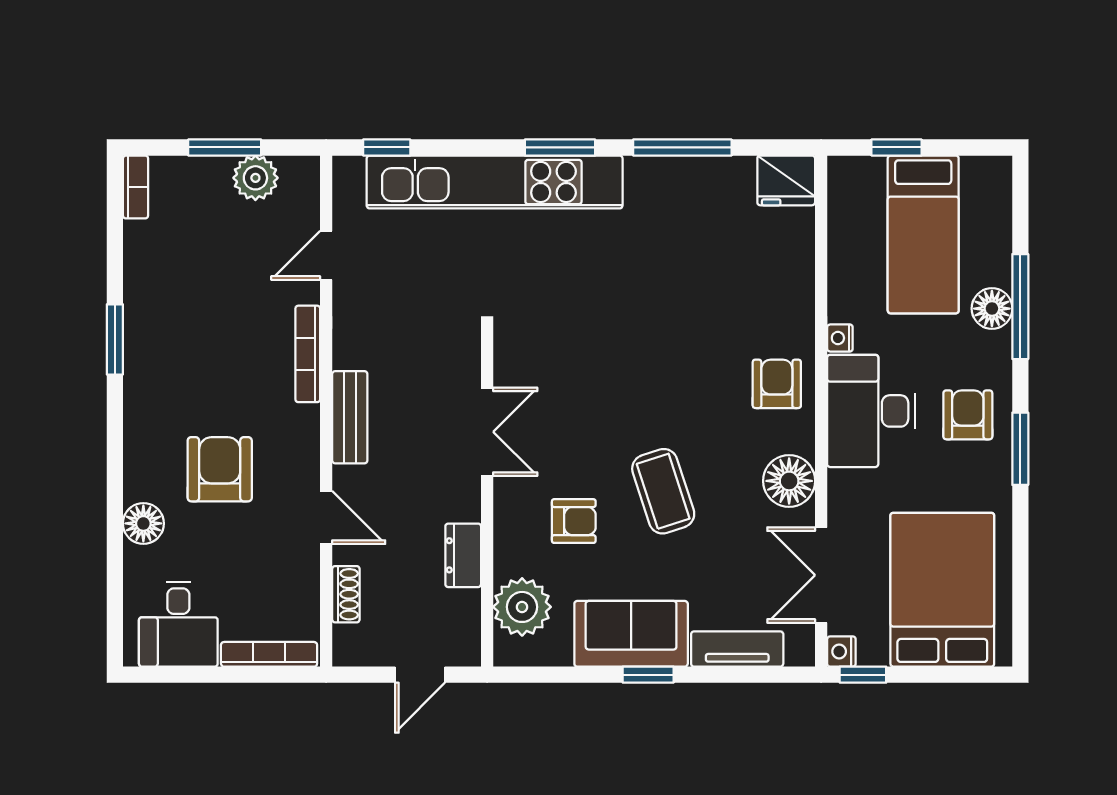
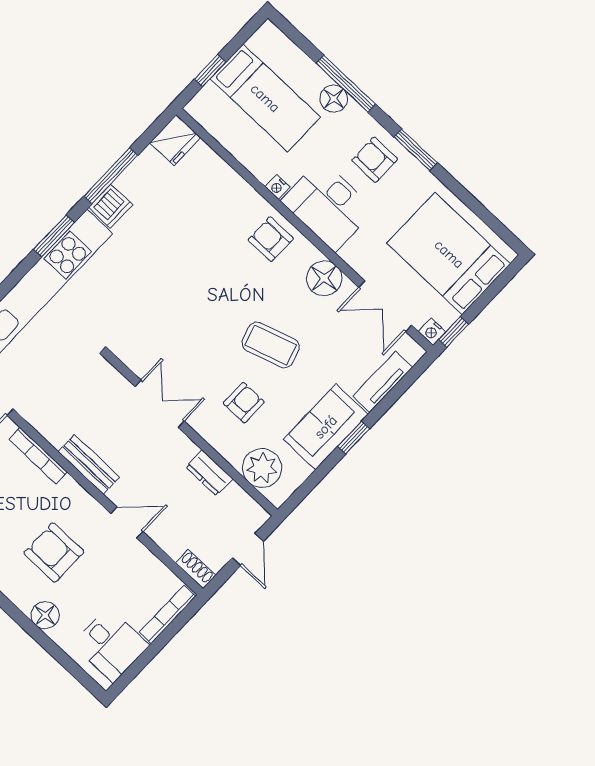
dishwasher: (650, 178) -> (111, 206), added
shoe rack: (346, 594) -> (196, 569), moved

